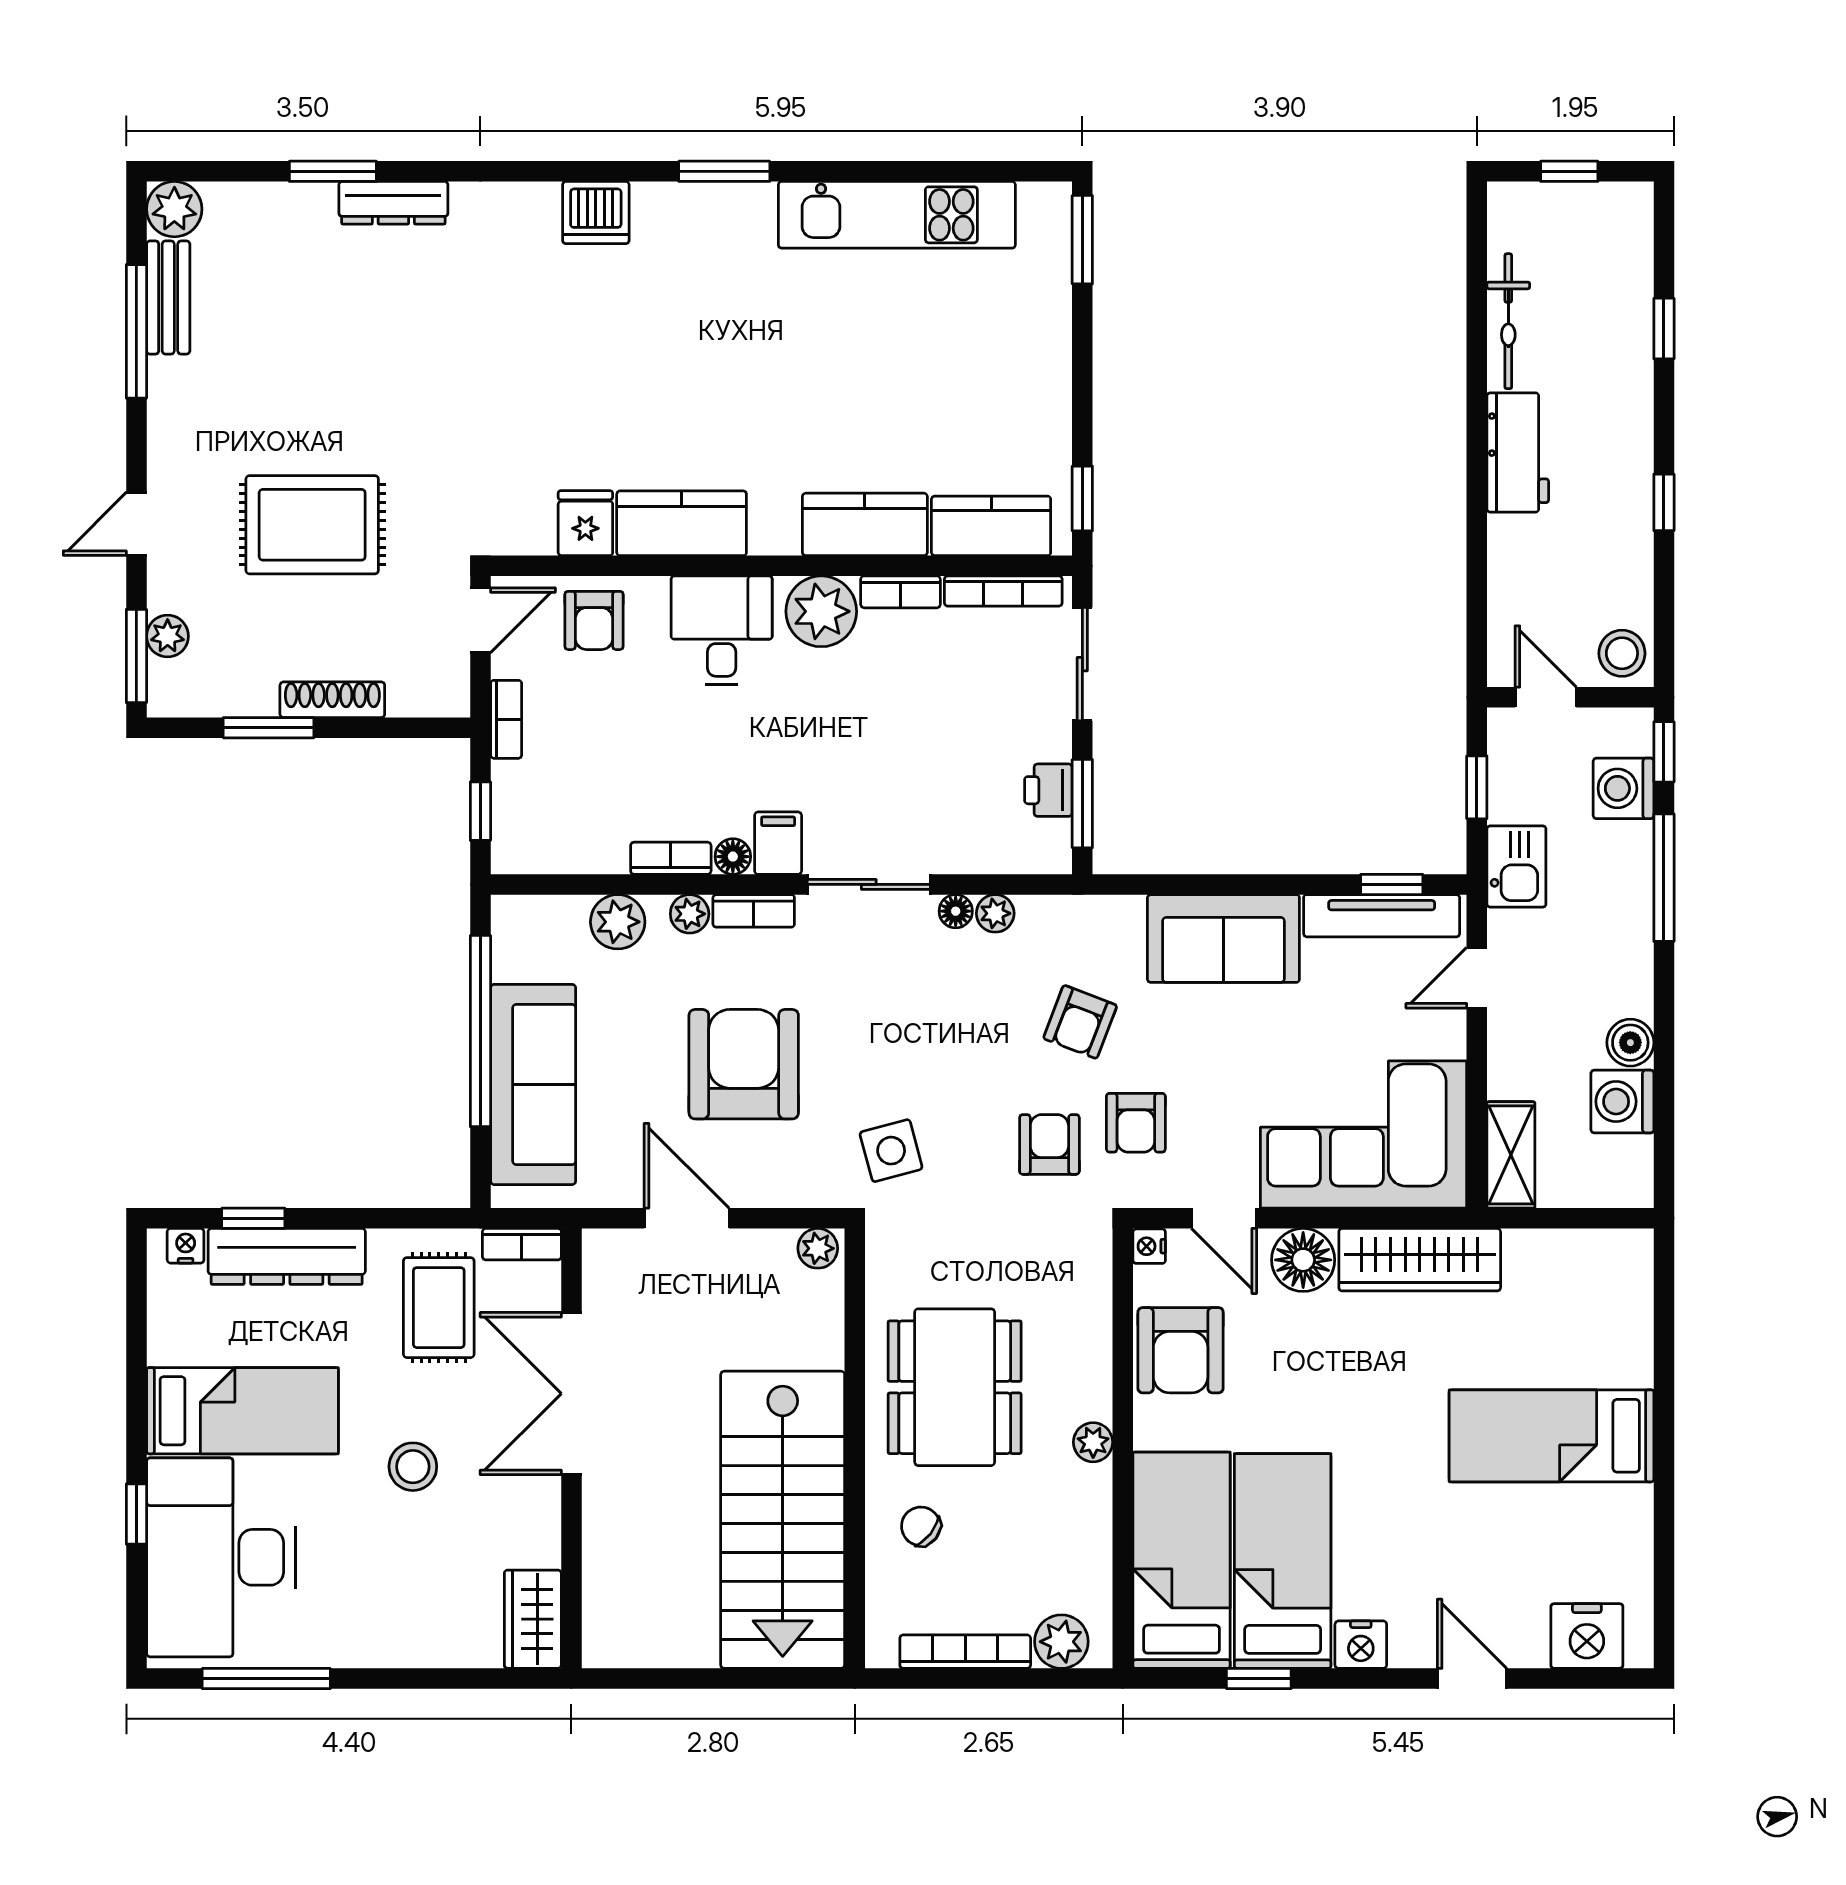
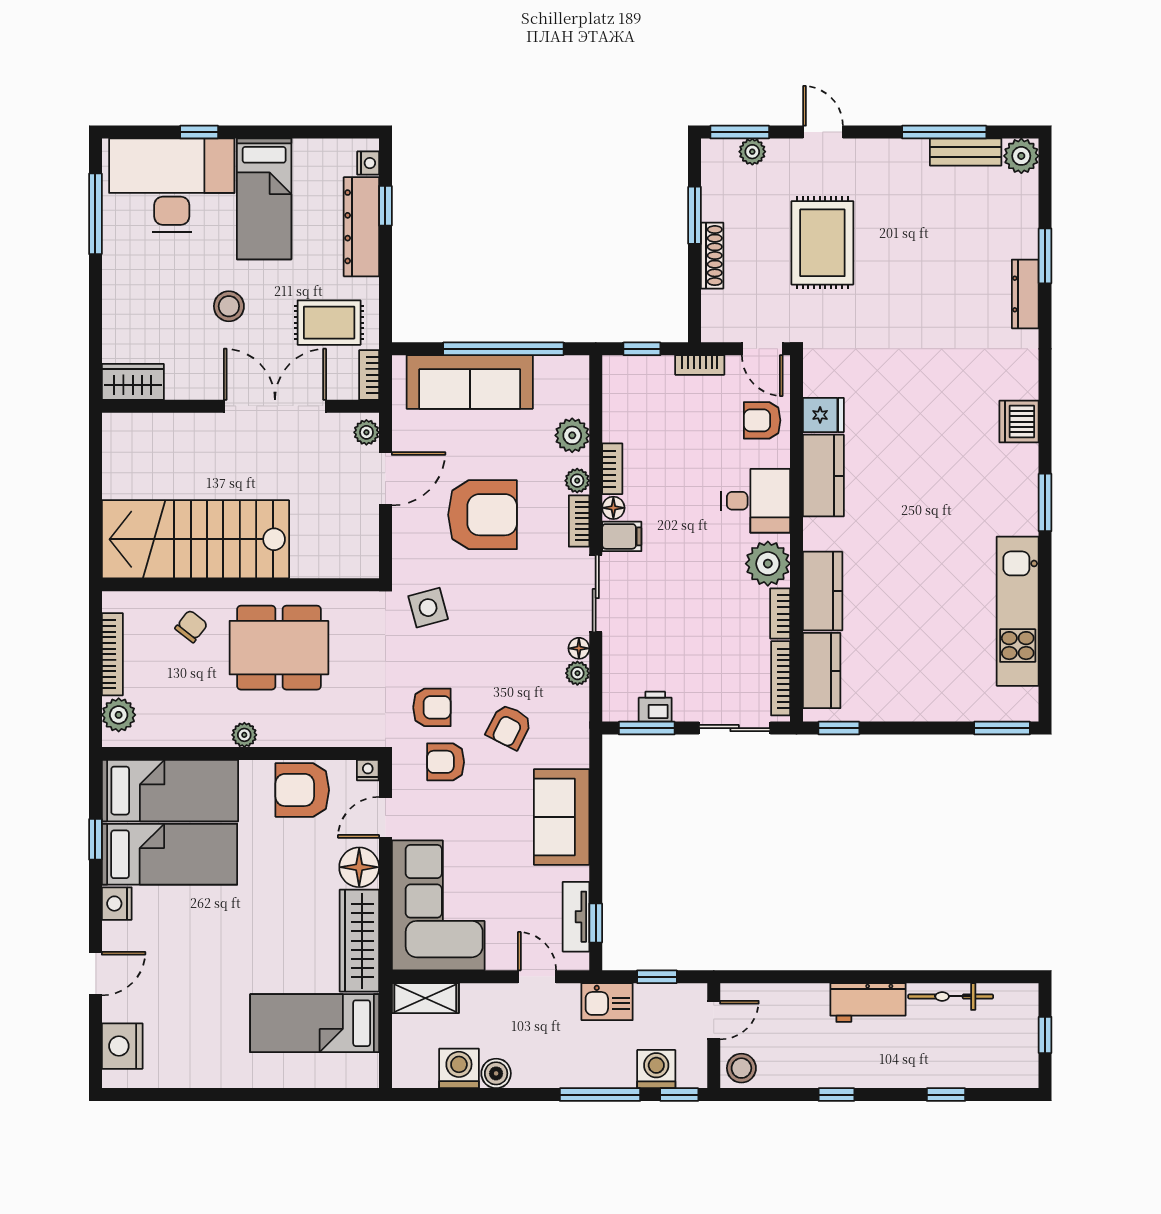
tv unit: (1382, 916) -> (576, 917), width x0.71
armchair: (1080, 1022) -> (509, 727), turned -84
plant: (818, 1248) -> (366, 432), moved
bed: (1552, 1436) -> (315, 1023), moved, turned -90

